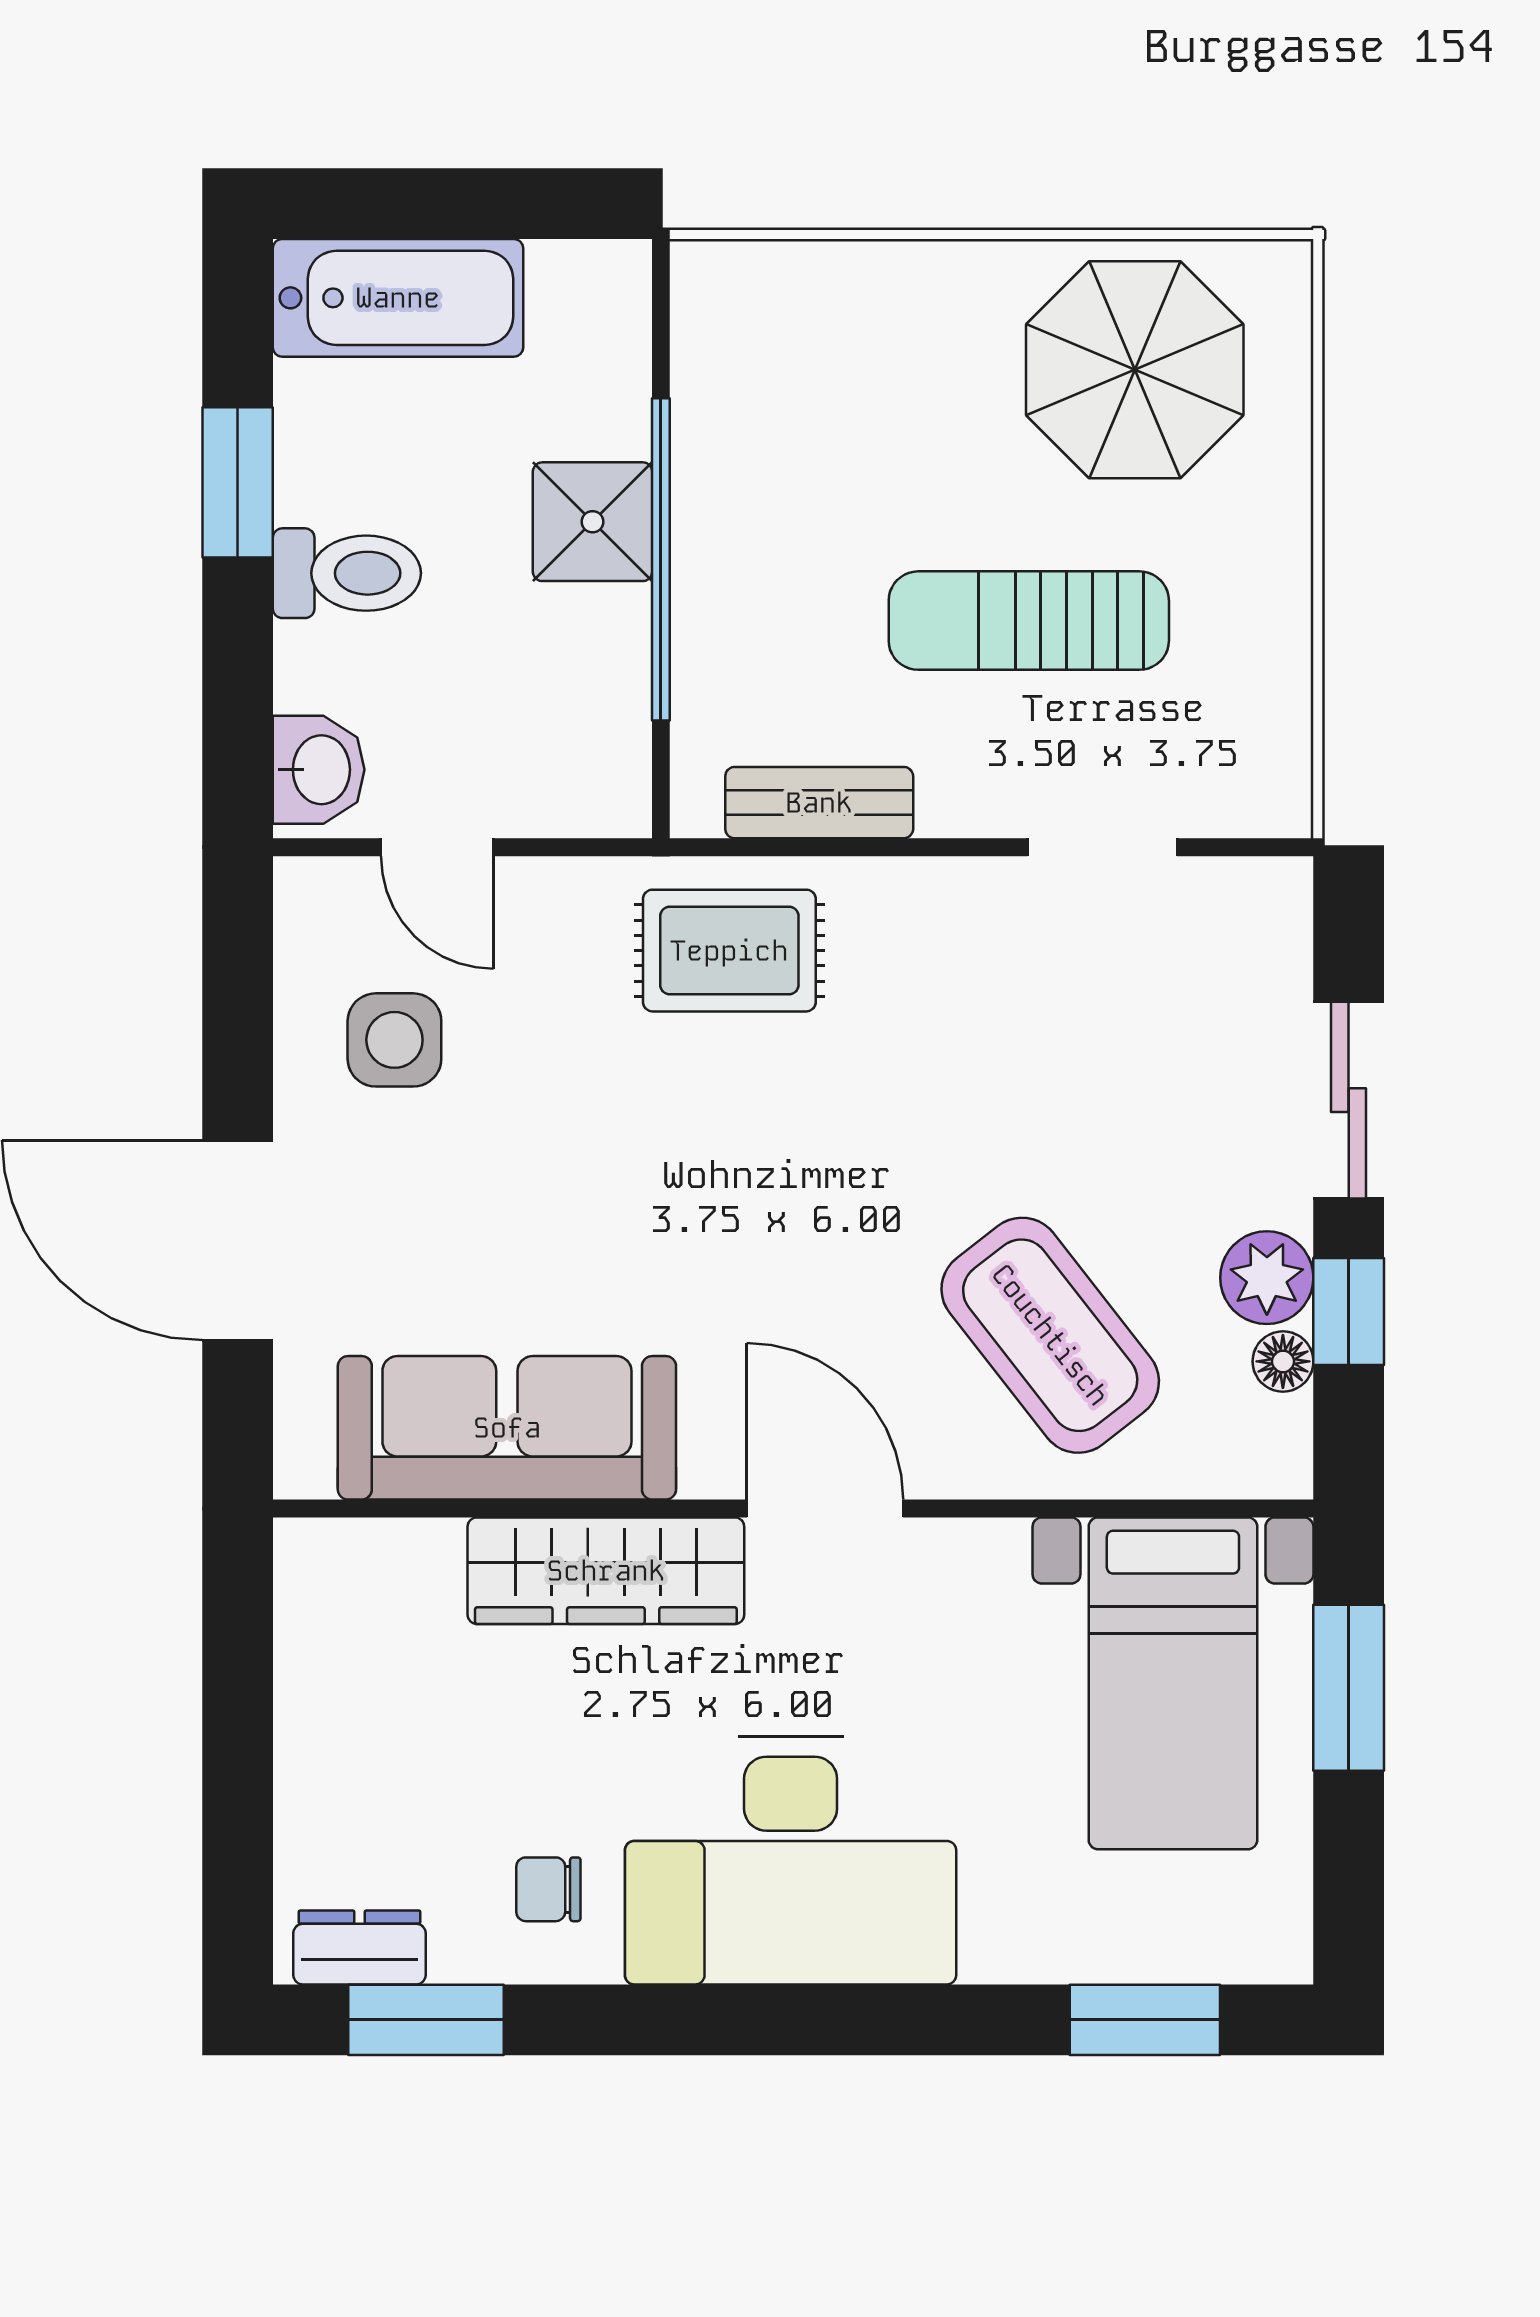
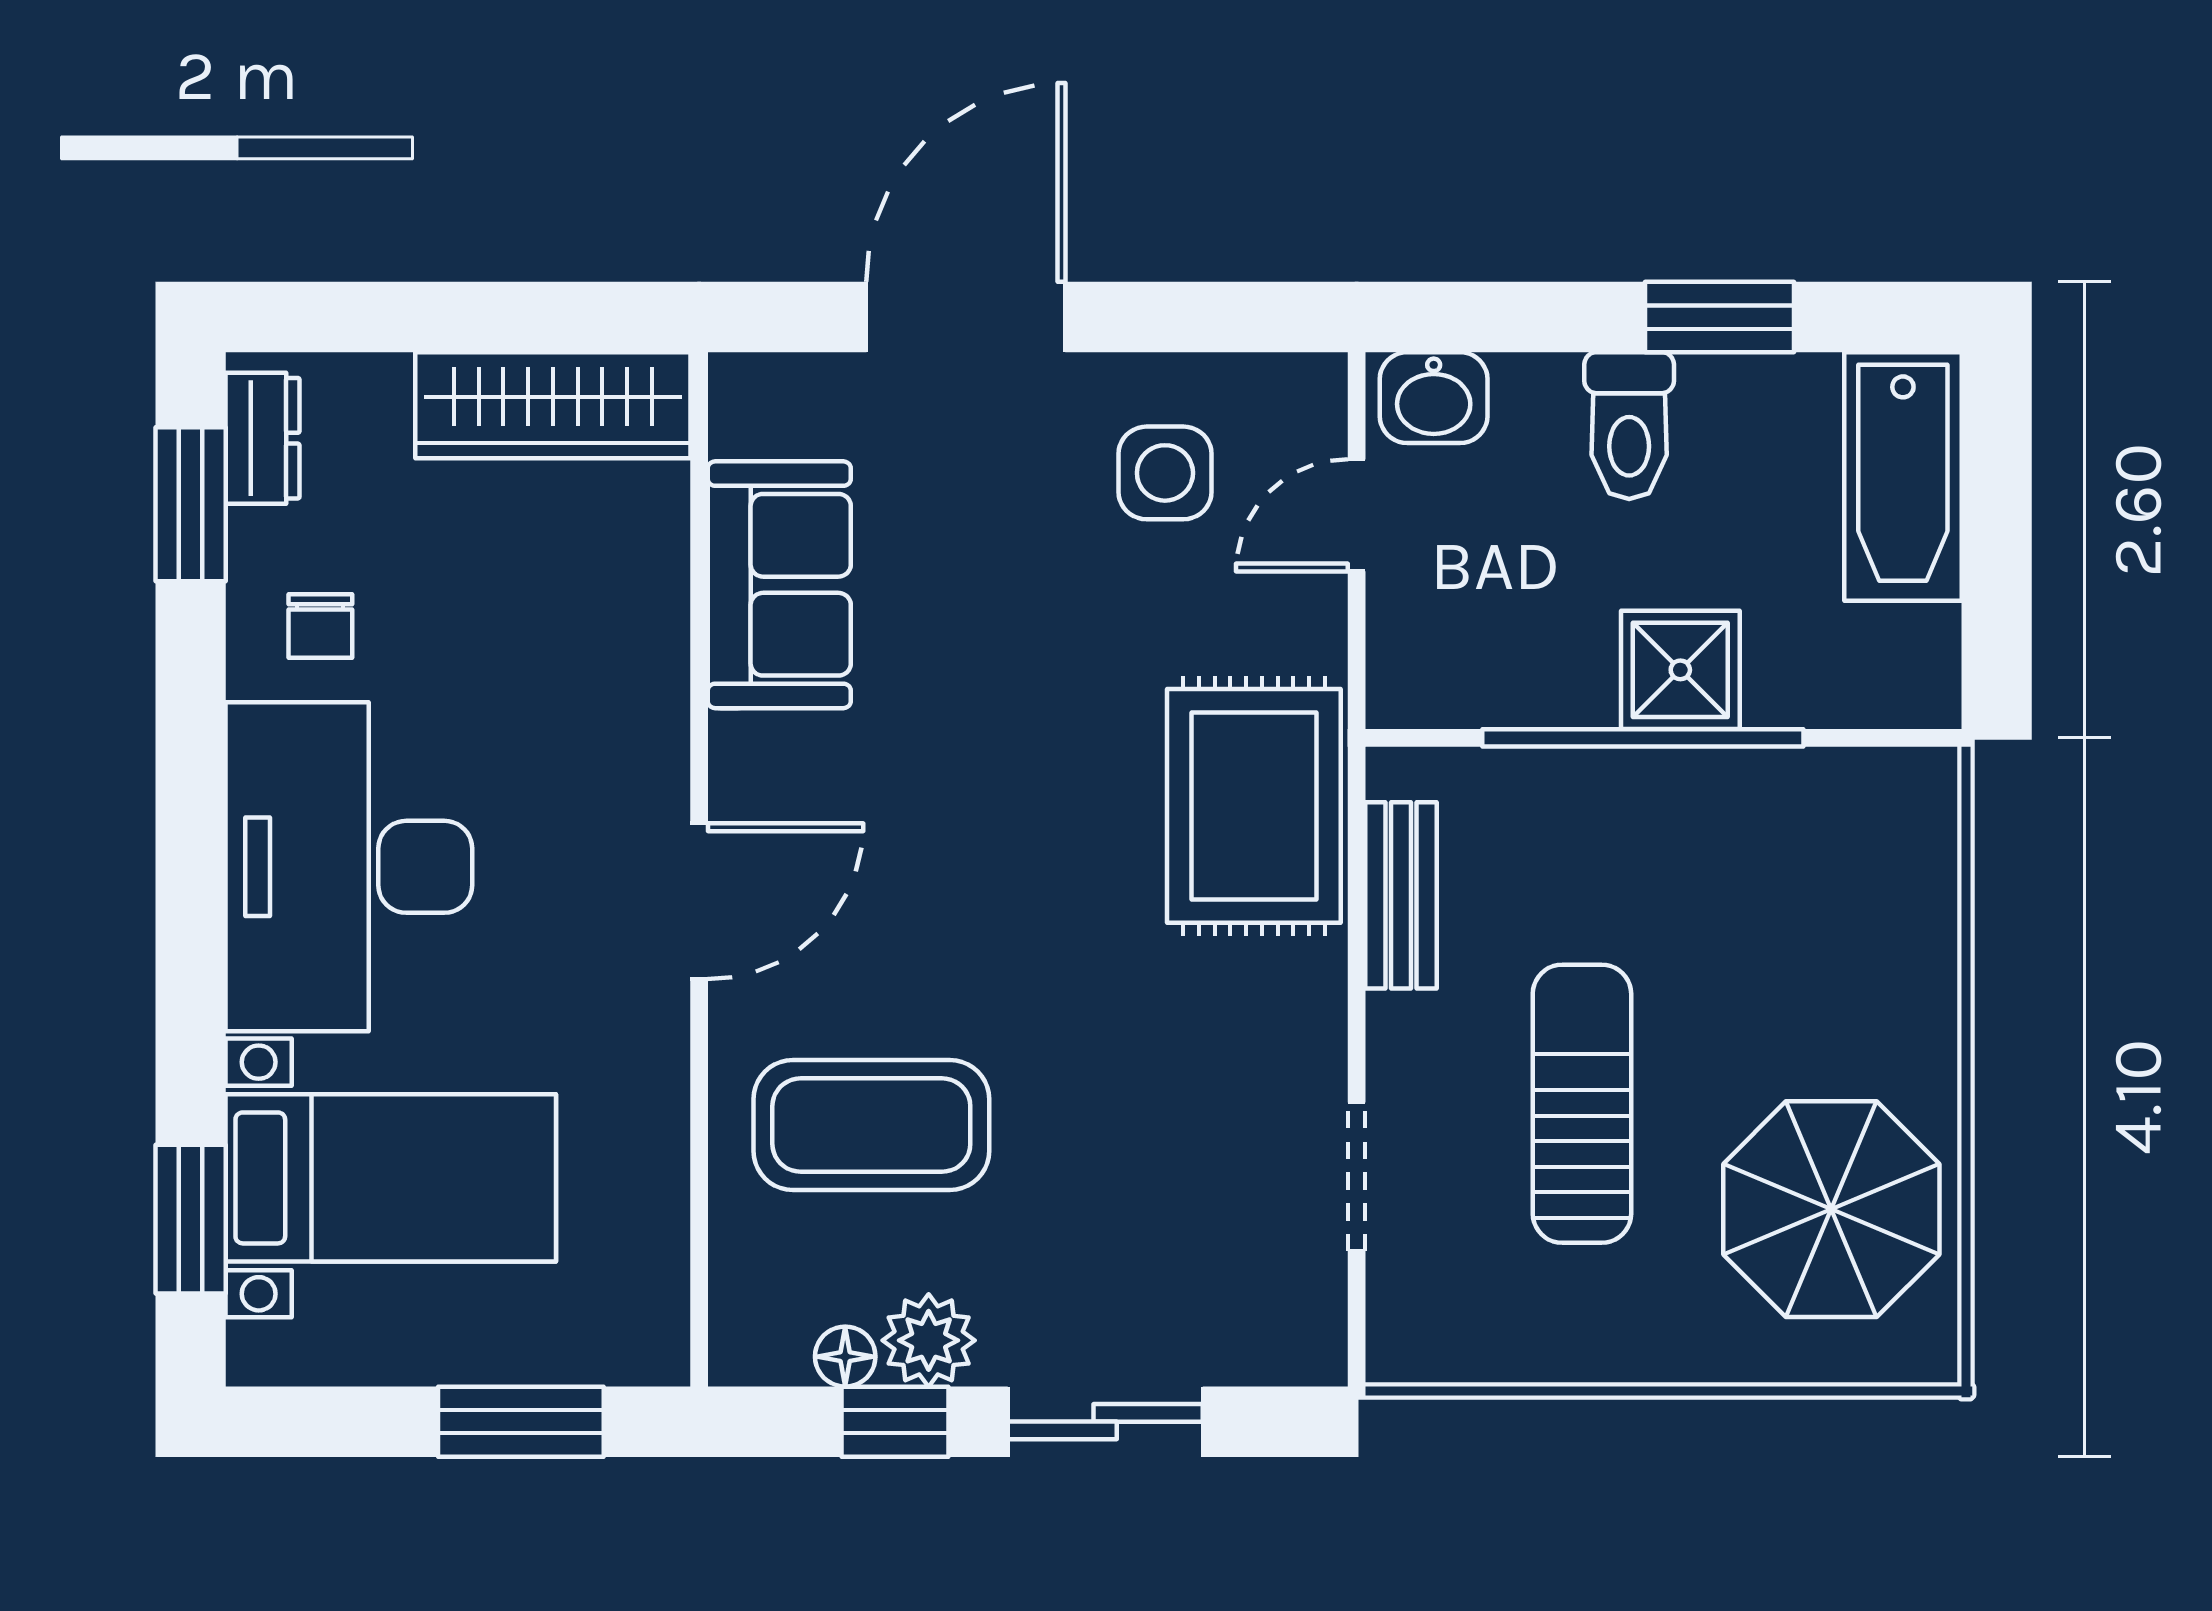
rug: (729, 951) -> (1254, 806), width x1.36, depth x1.43
coffee table: (1050, 1335) -> (871, 1125), turned 38
sofa: (507, 1428) -> (779, 585), width x0.73
wardrobe: (606, 1571) -> (553, 405), moved, turned -90
bed with nightstands: (1173, 1683) -> (391, 1178), moved, turned 180
chair: (548, 1889) -> (320, 626), turned 180

